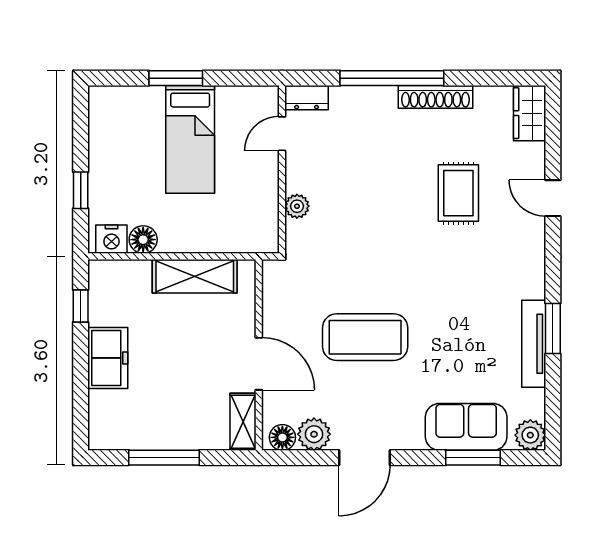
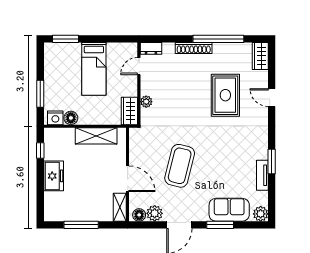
window: (176, 78) -> (65, 39), moved
window: (392, 78) -> (218, 39), moved
shoe rack: (436, 97) -> (194, 48), moved
window: (81, 190) -> (40, 94), width x1.50
rug: (458, 193) -> (225, 95), width x1.36, depth x1.43
wardrobe: (263, 225) -> (129, 111), added
coffee table: (365, 337) -> (180, 166), turned -76
tv unit: (534, 344) -> (262, 175), width x0.71
window: (473, 458) -> (220, 225), moved

